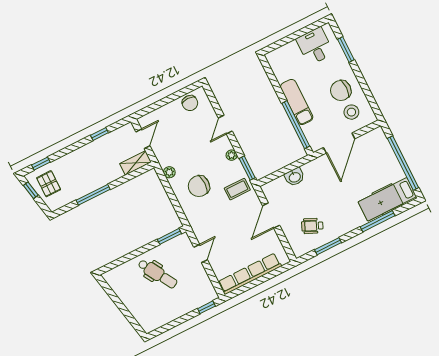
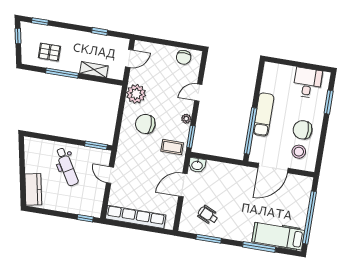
shelving: (136, 163) -> (94, 70), moved
plant: (169, 172) -> (136, 94), width x1.88, depth x1.88
washbasin: (295, 177) -> (197, 165), moved
pallet: (49, 184) -> (49, 52), moved, turned 90
door: (201, 253) -> (110, 175), swing flipped
kitchen counter: (142, 315) -> (33, 189), added

